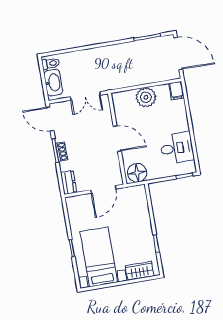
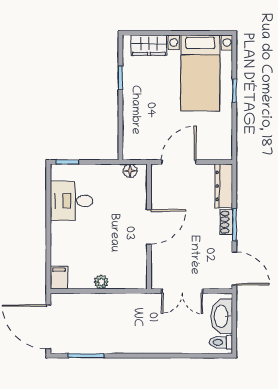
double door: (85, 96) -> (182, 291), swing flipped
plant: (146, 97) -> (101, 282), width x0.53, depth x0.53
door: (117, 139) -> (149, 227), swing flipped
floor lamp: (137, 173) -> (130, 171), width x0.53, depth x0.53
dresser: (69, 182) -> (224, 186), width x1.44

